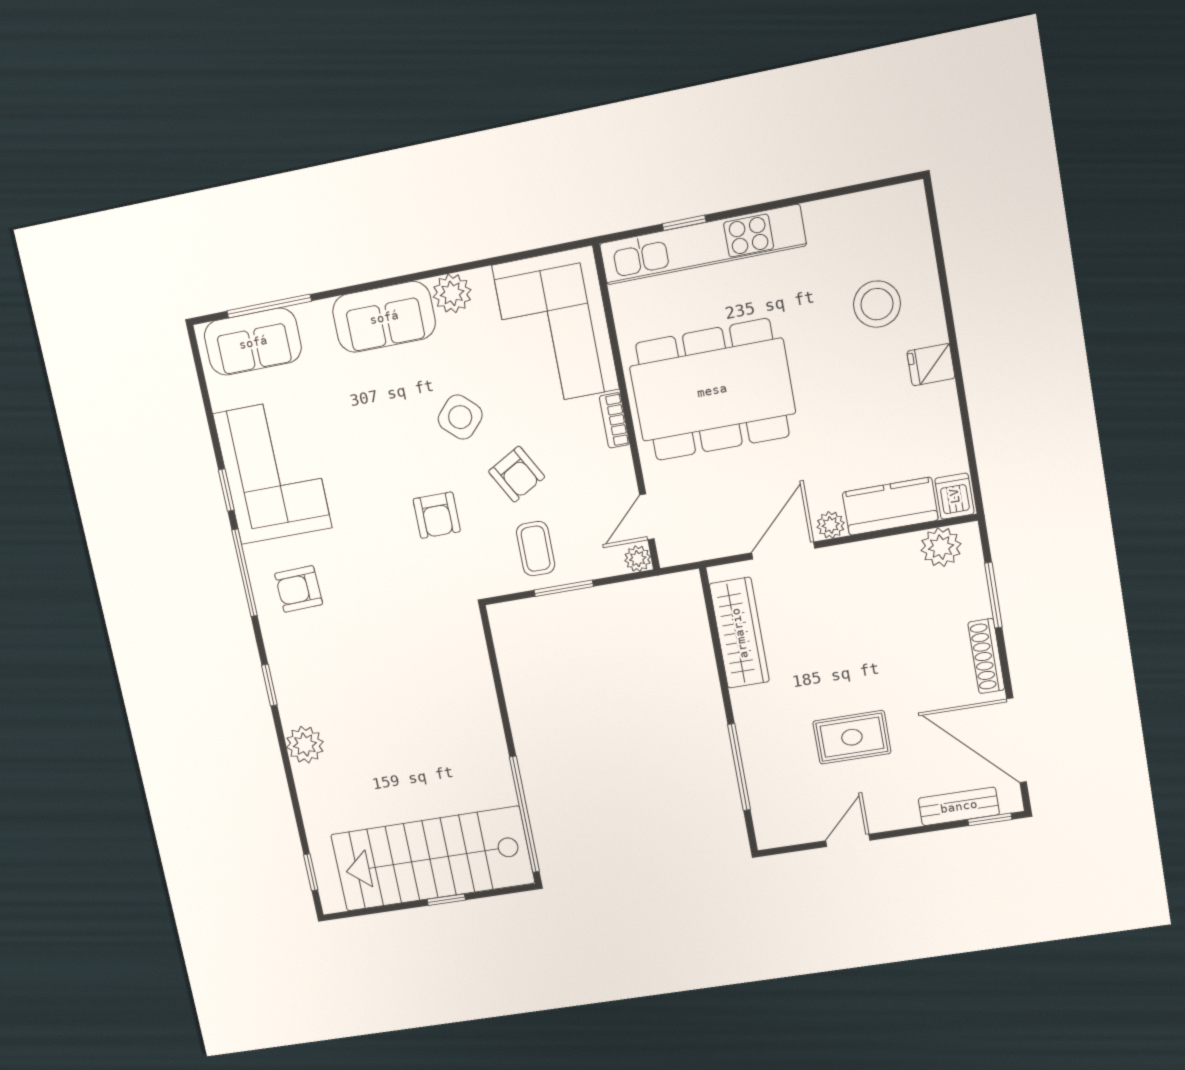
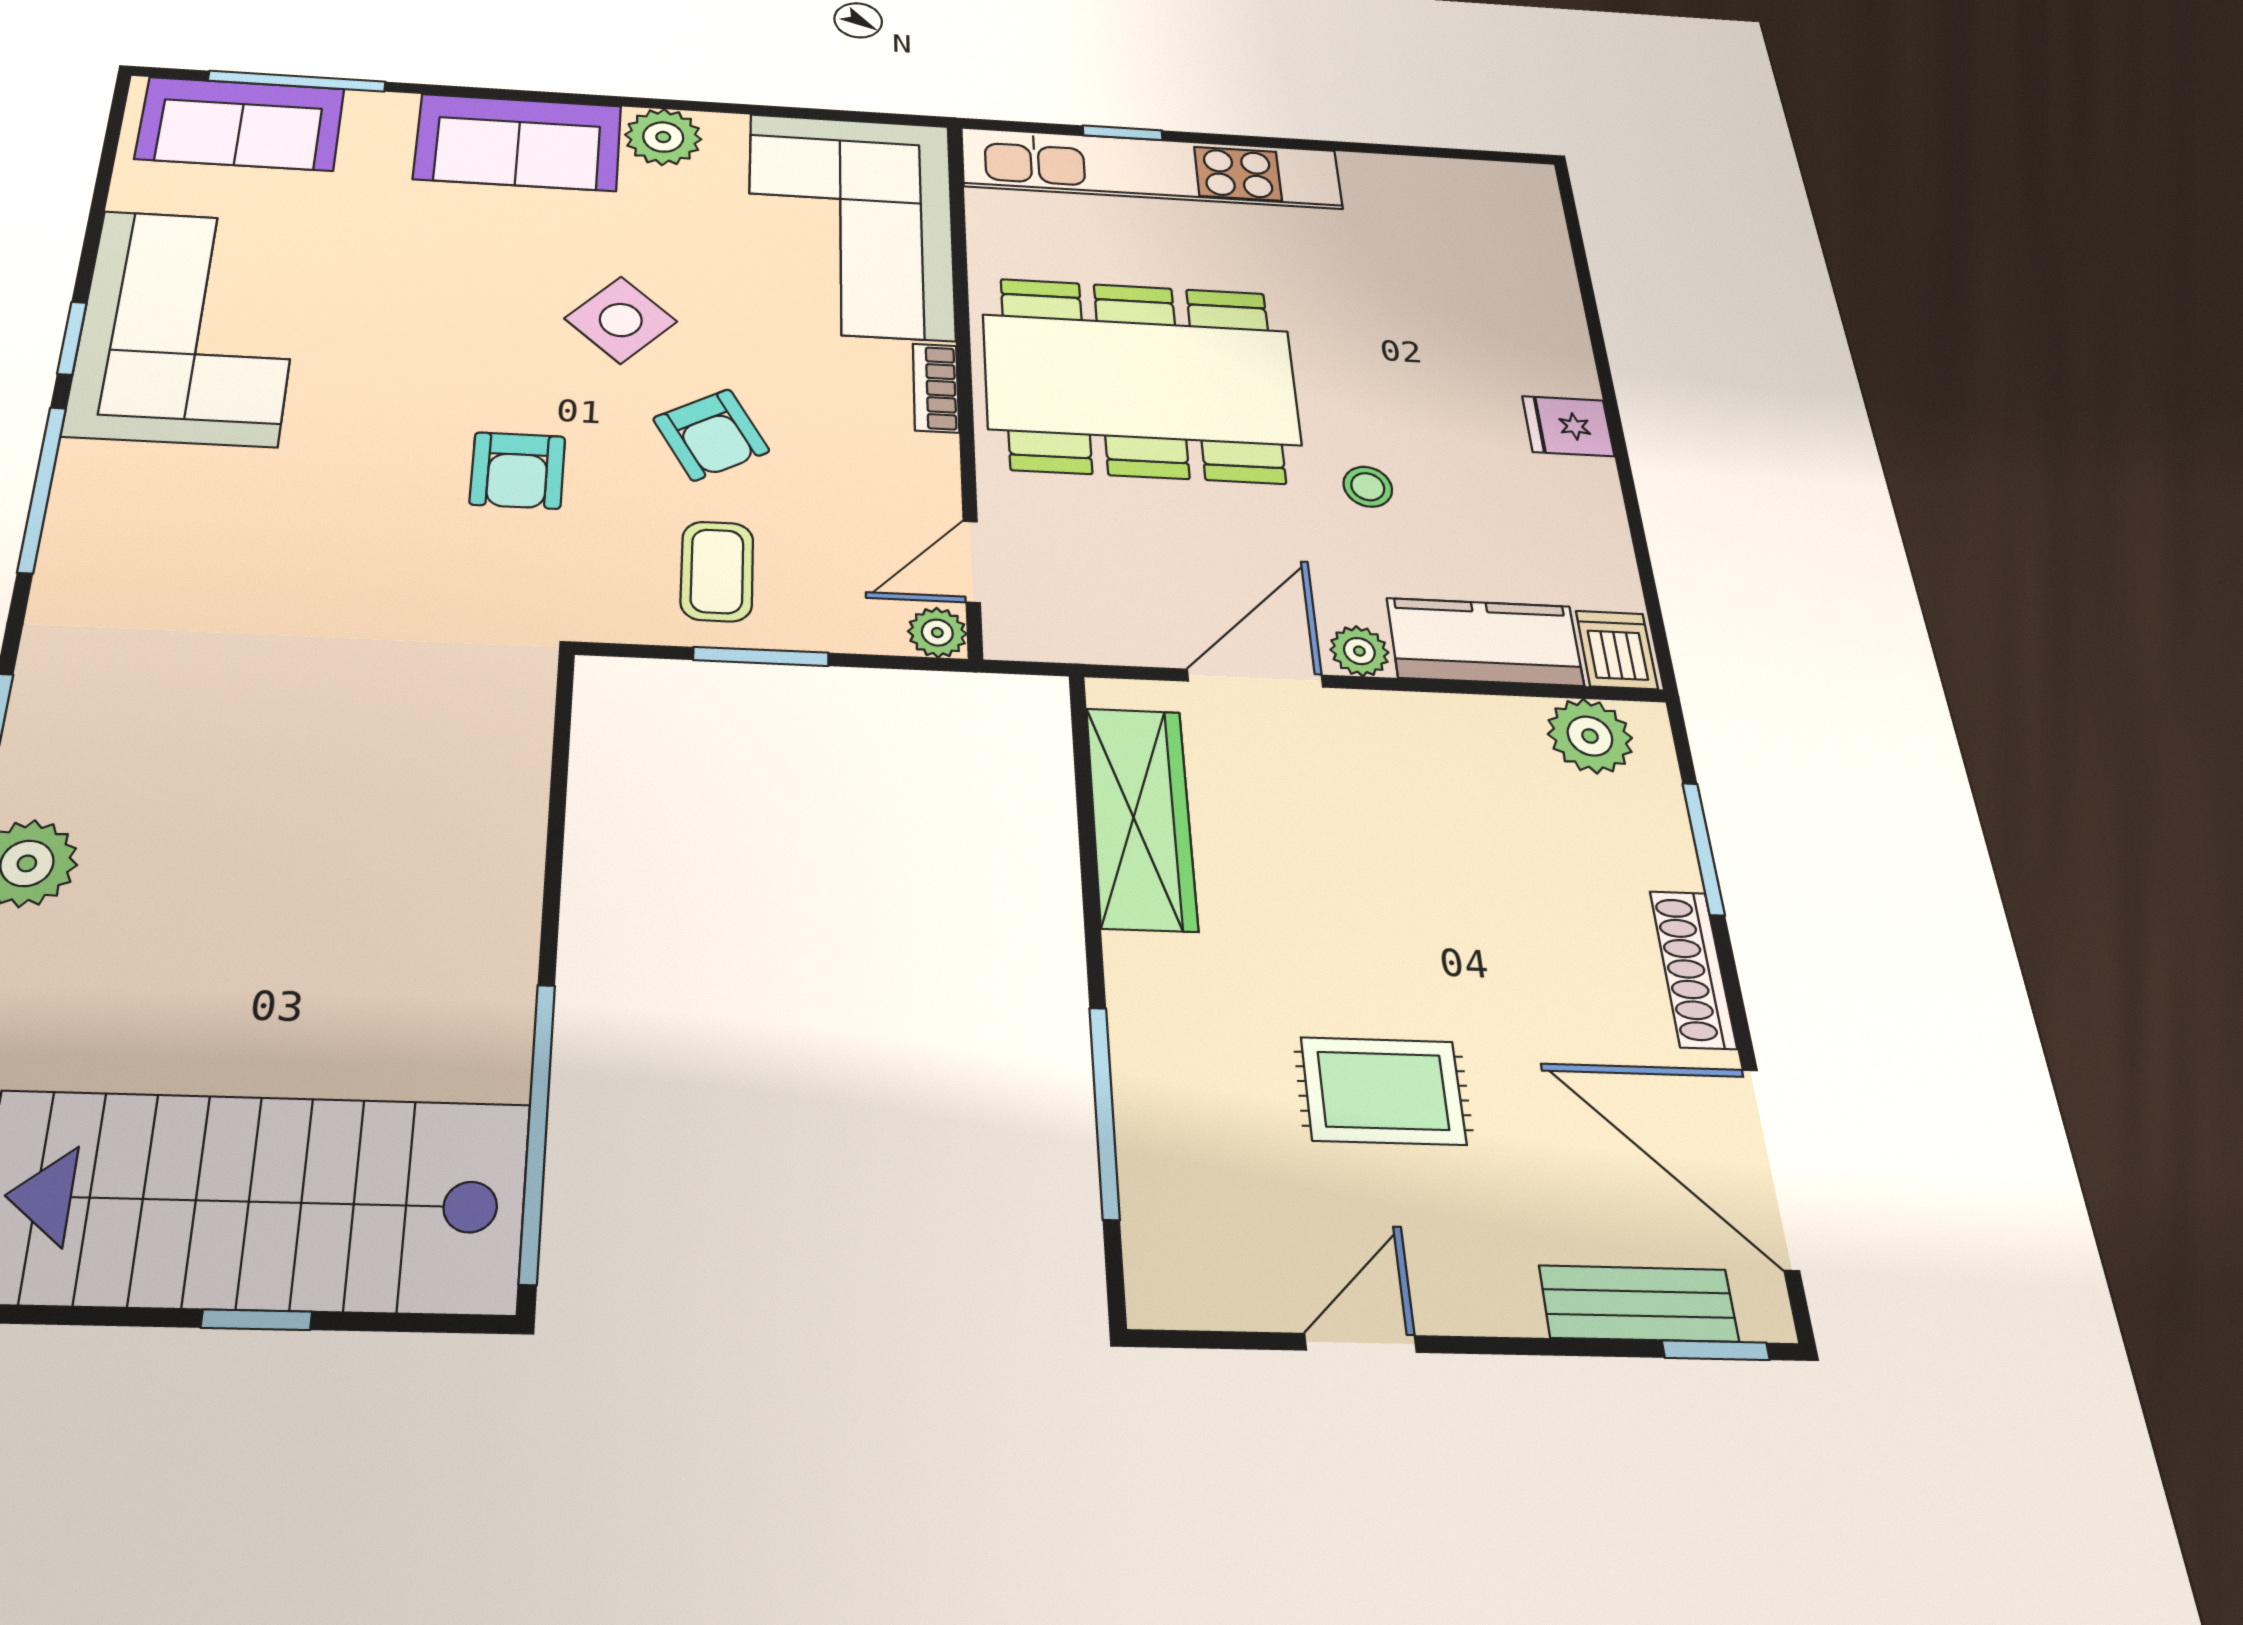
stool: (877, 304) -> (1368, 487), moved, width x0.53, depth x0.53
armchair: (299, 589) -> (154, 542), removed

